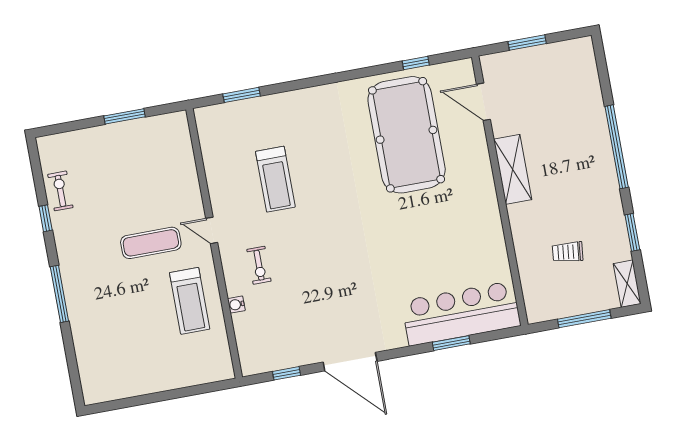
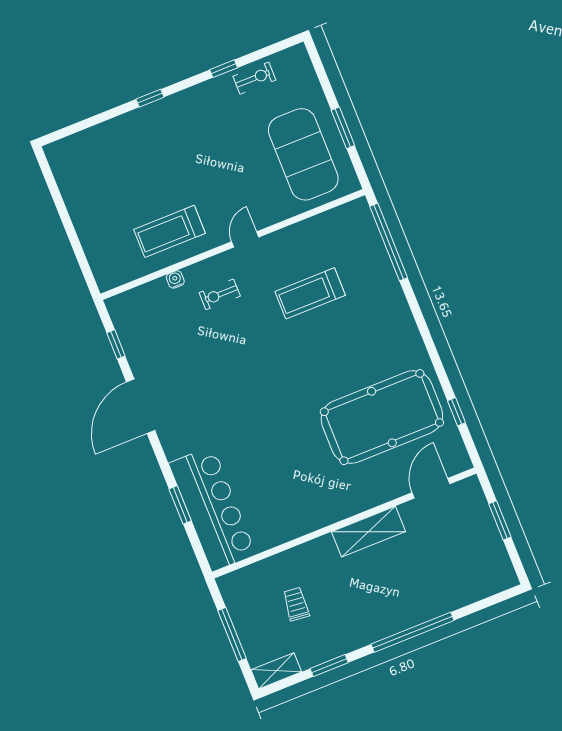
window: (242, 95) -> (389, 242), width x2.11
exercise mat: (151, 243) -> (303, 154), moved, width x2.00, depth x1.45
window: (59, 294) -> (150, 98), width x0.46

